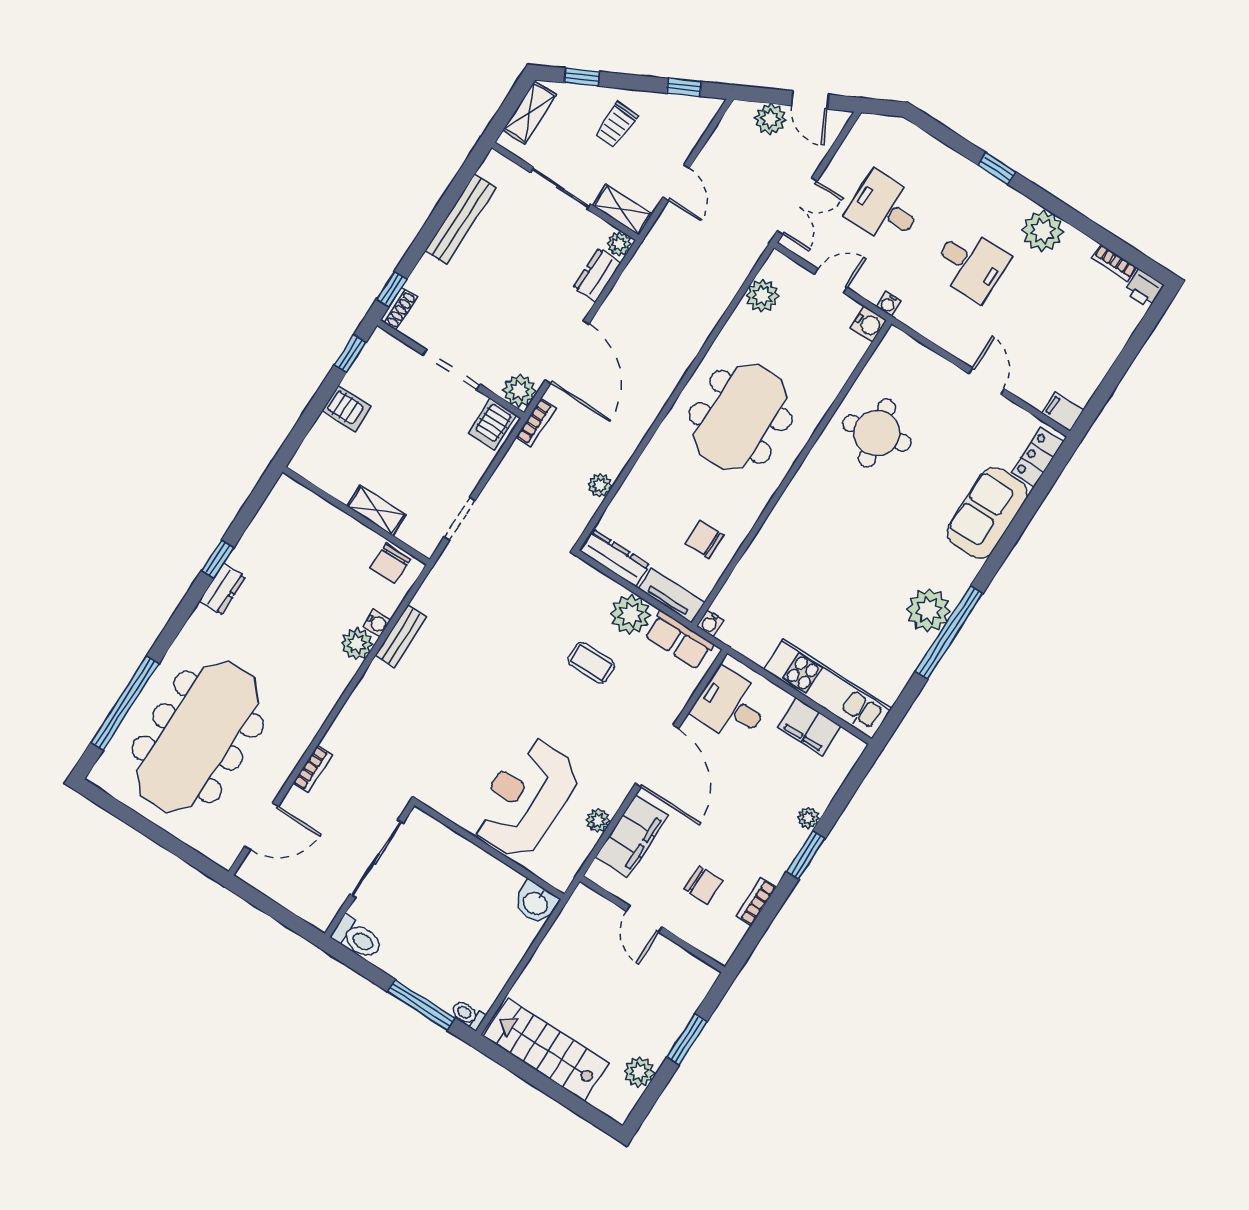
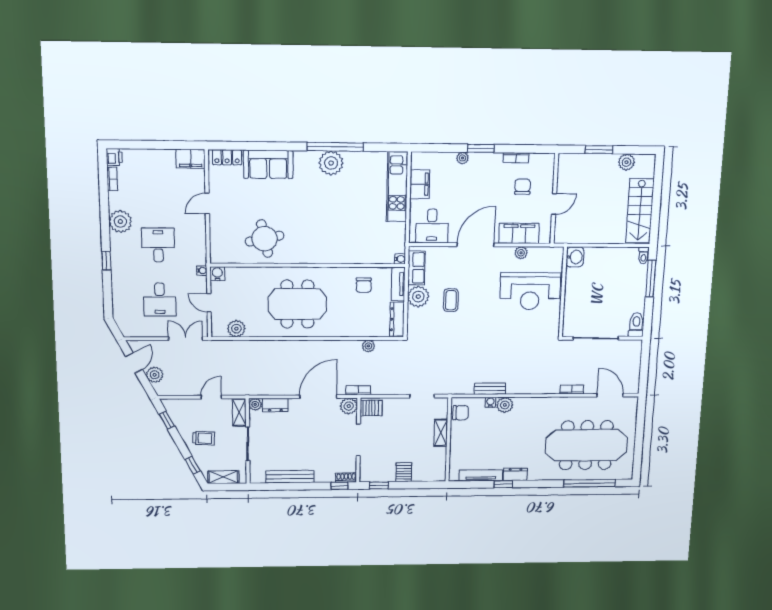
filing cabinet: (1063, 412) -> (191, 159), width x2.00
tv unit: (258, 531) -> (481, 475), added

